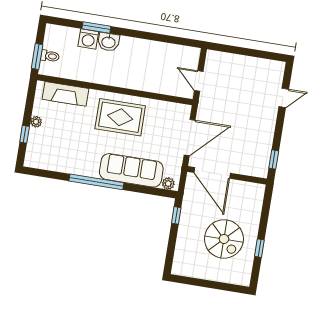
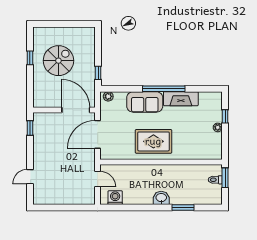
washing machine: (88, 39) -> (115, 198), moved
washbasin: (108, 42) -> (161, 198), moved
fireplace: (65, 94) -> (181, 99), moved, turned 180
sofa: (131, 170) -> (145, 102), width x0.73
spiral stairs: (224, 239) -> (58, 61), turned 90

